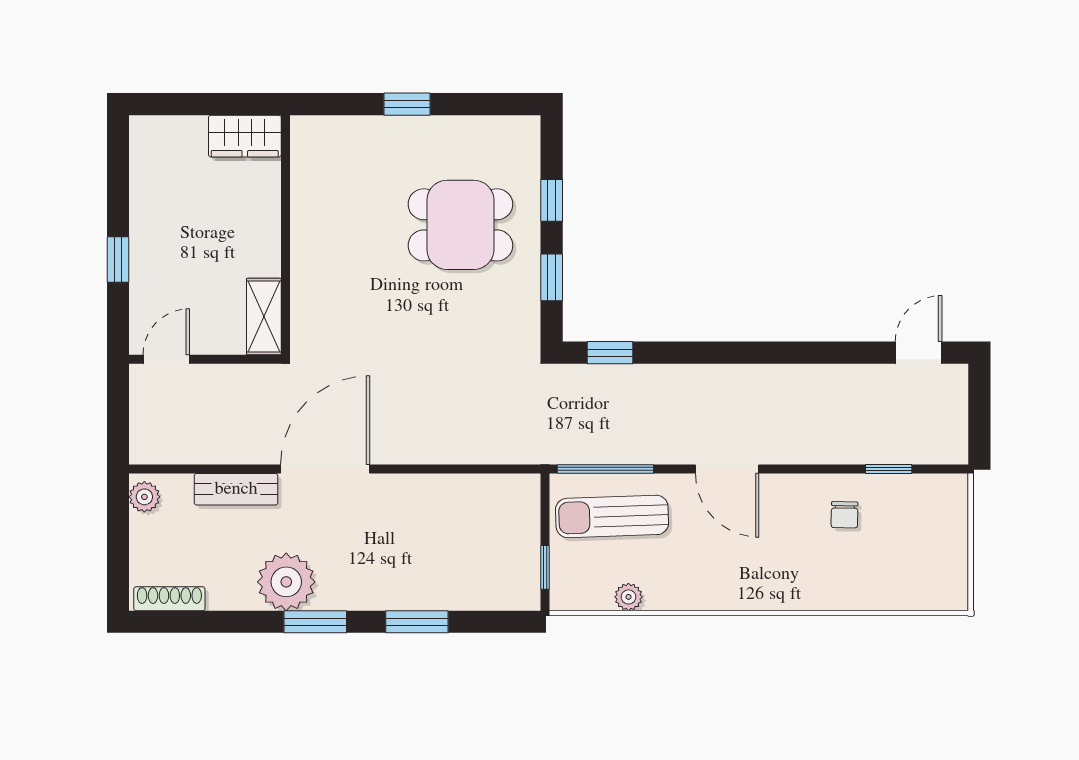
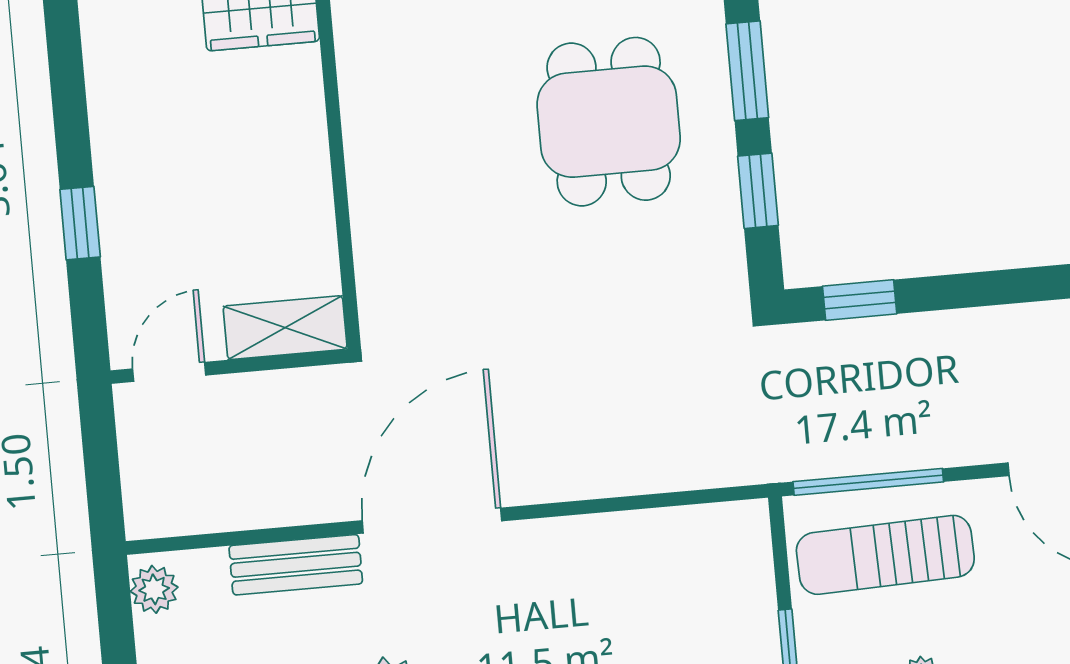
window: (552, 200) -> (747, 71), width x1.50
dining table: (460, 225) -> (609, 122), turned 90
shelving: (264, 317) -> (285, 328), moved, turned 90

